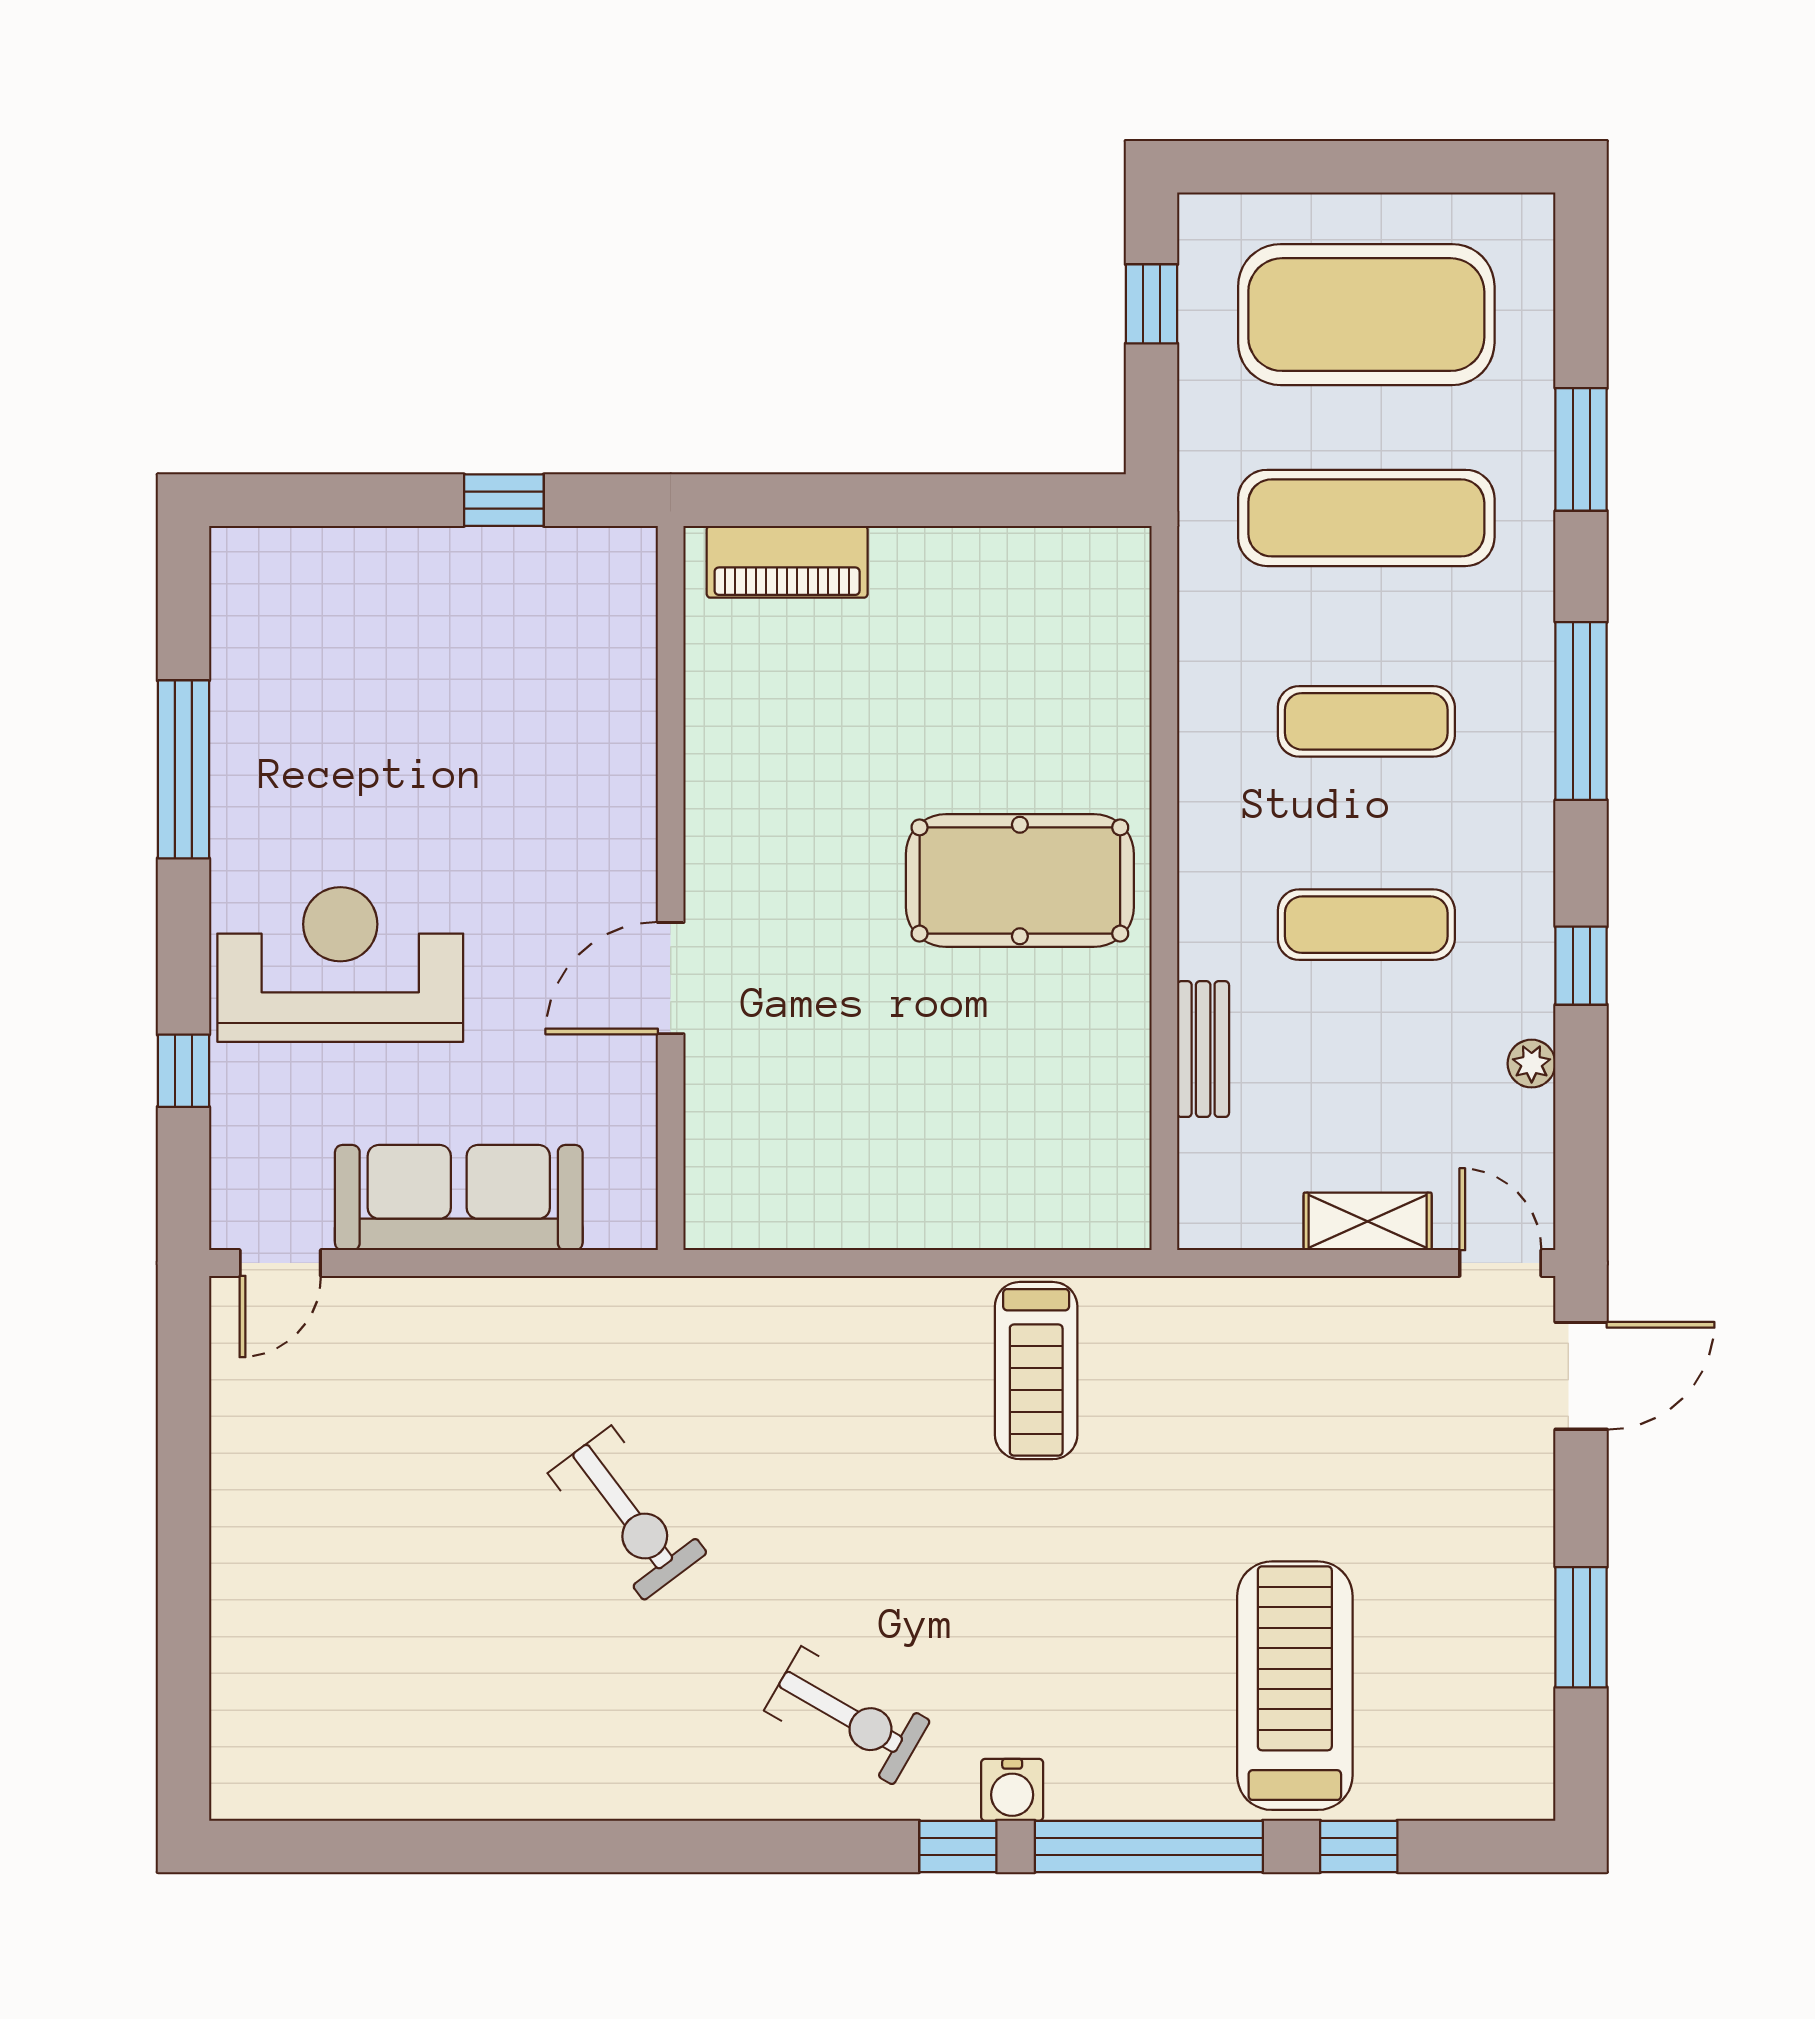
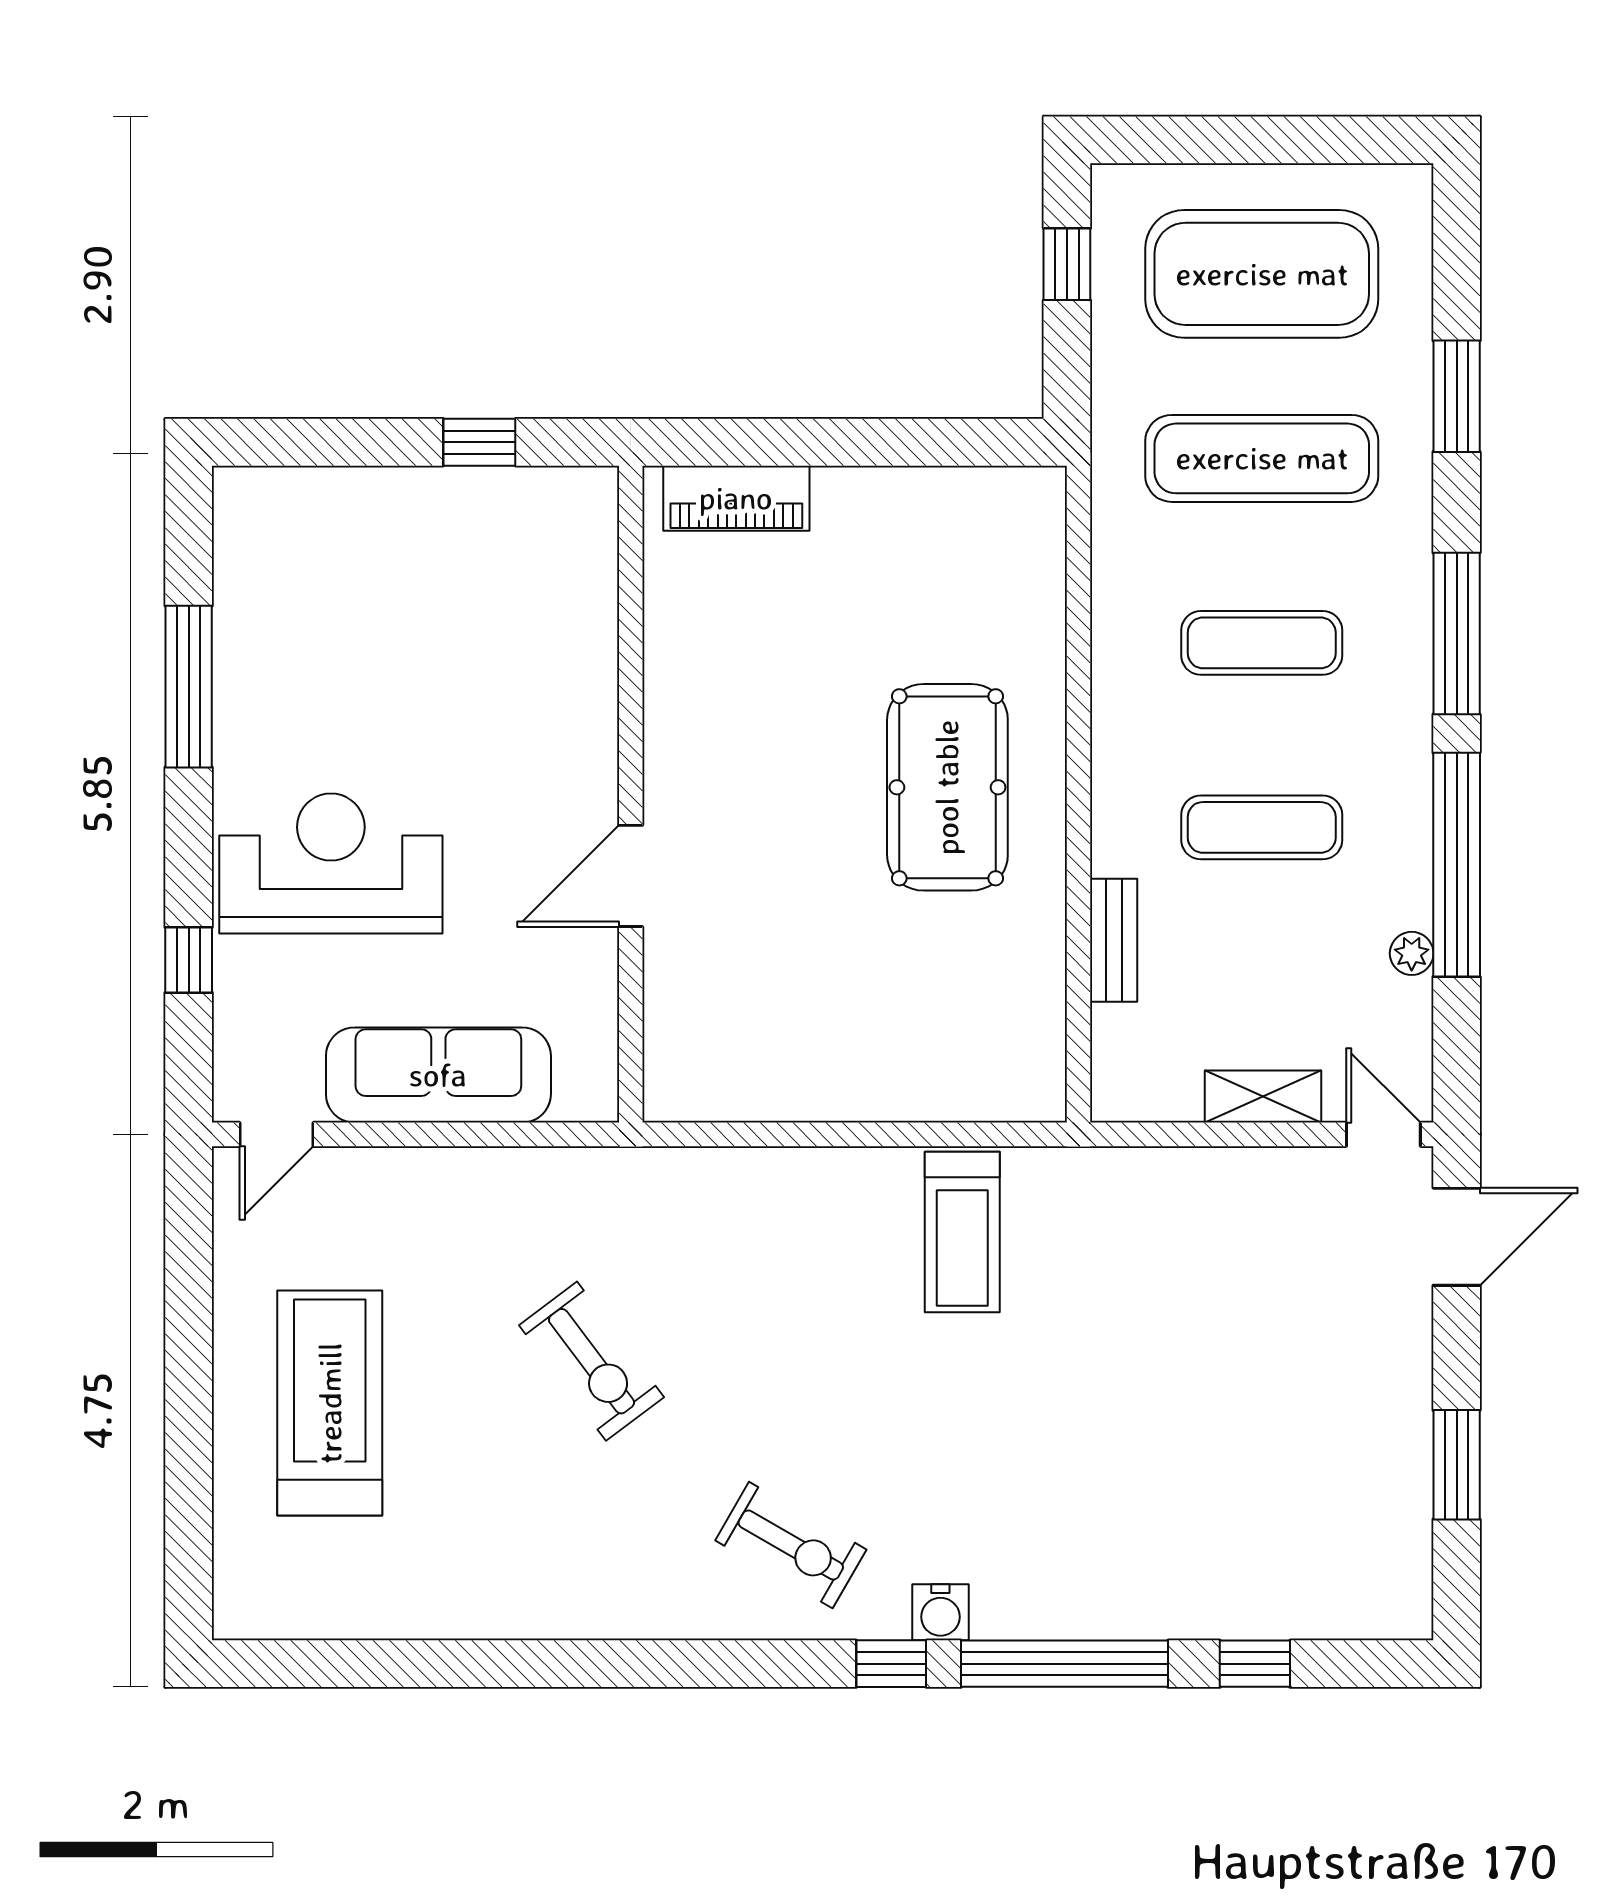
pool table: (1020, 880) -> (947, 787), turned 90
window: (1581, 966) -> (1457, 865), width x3.17
treadmill: (1295, 1686) -> (330, 1403), moved

